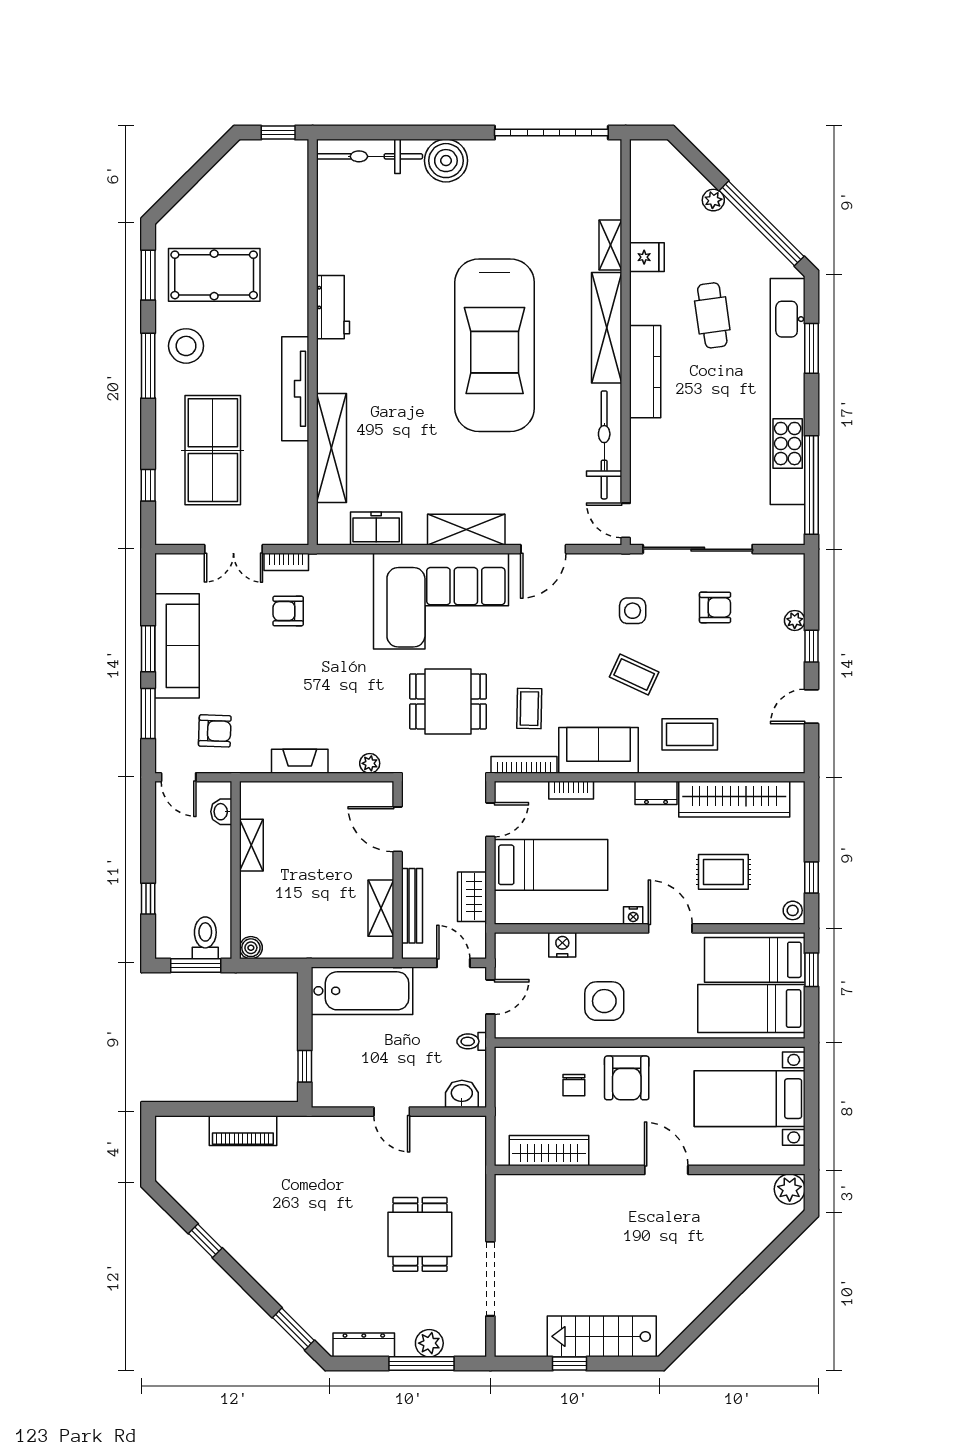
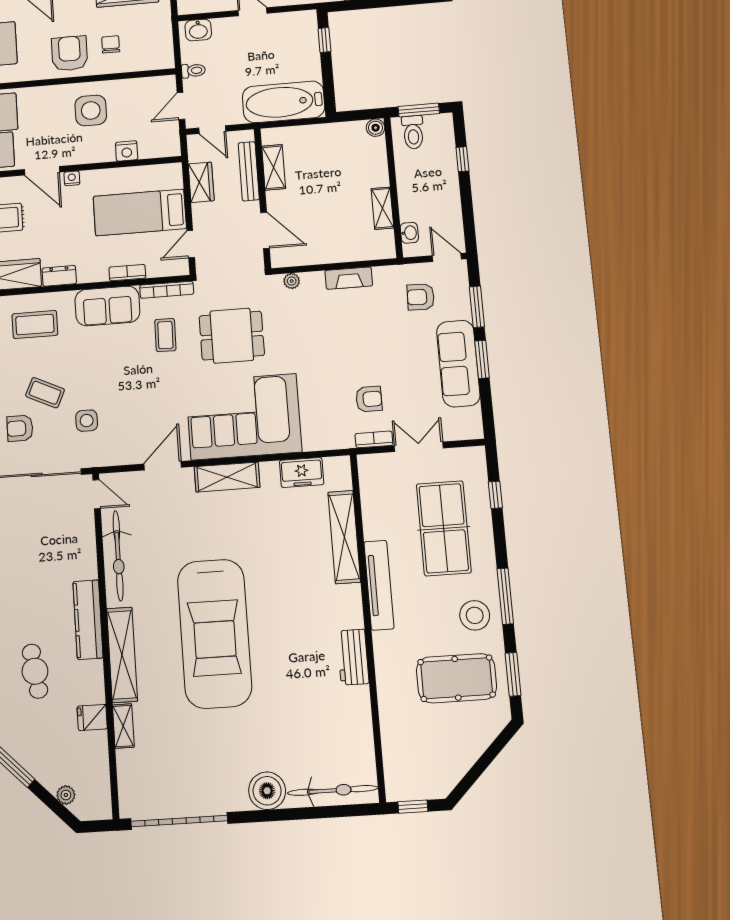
plant: (713, 200) -> (66, 795), moved
car: (495, 345) -> (215, 634), turned 180
coffee table: (634, 674) -> (45, 393), moved

